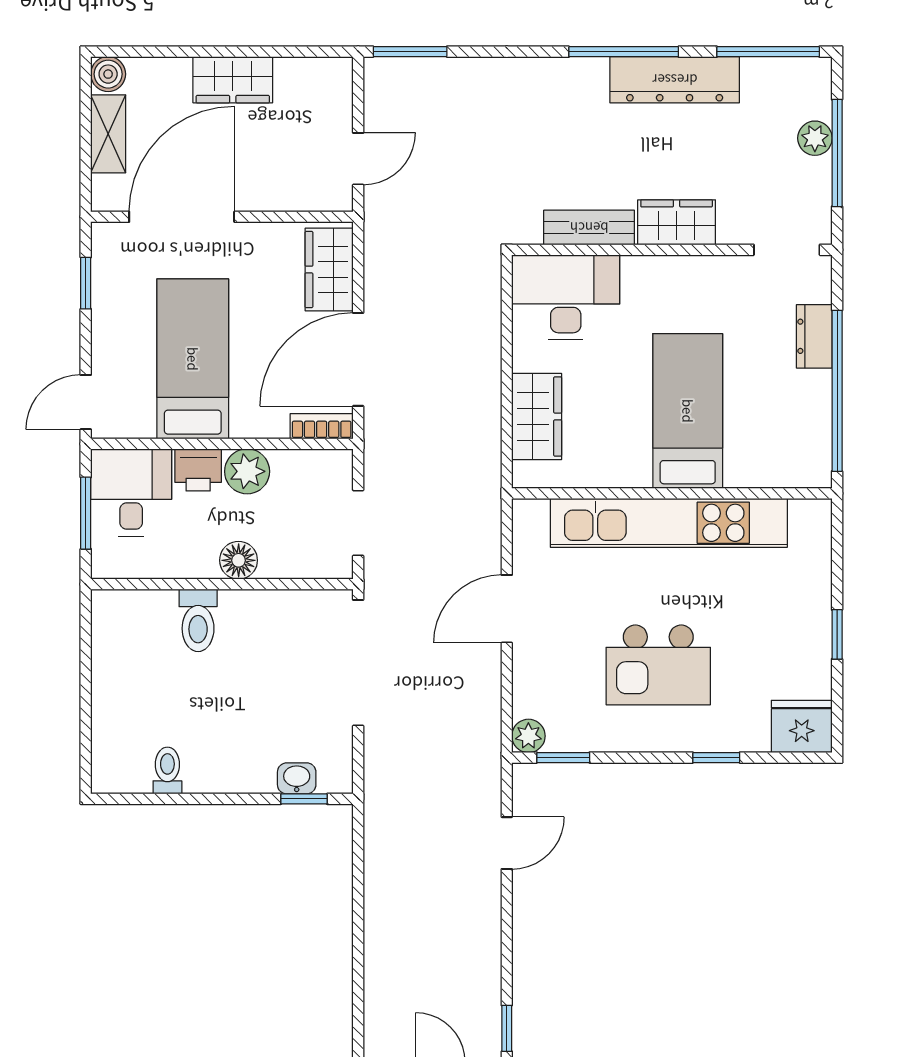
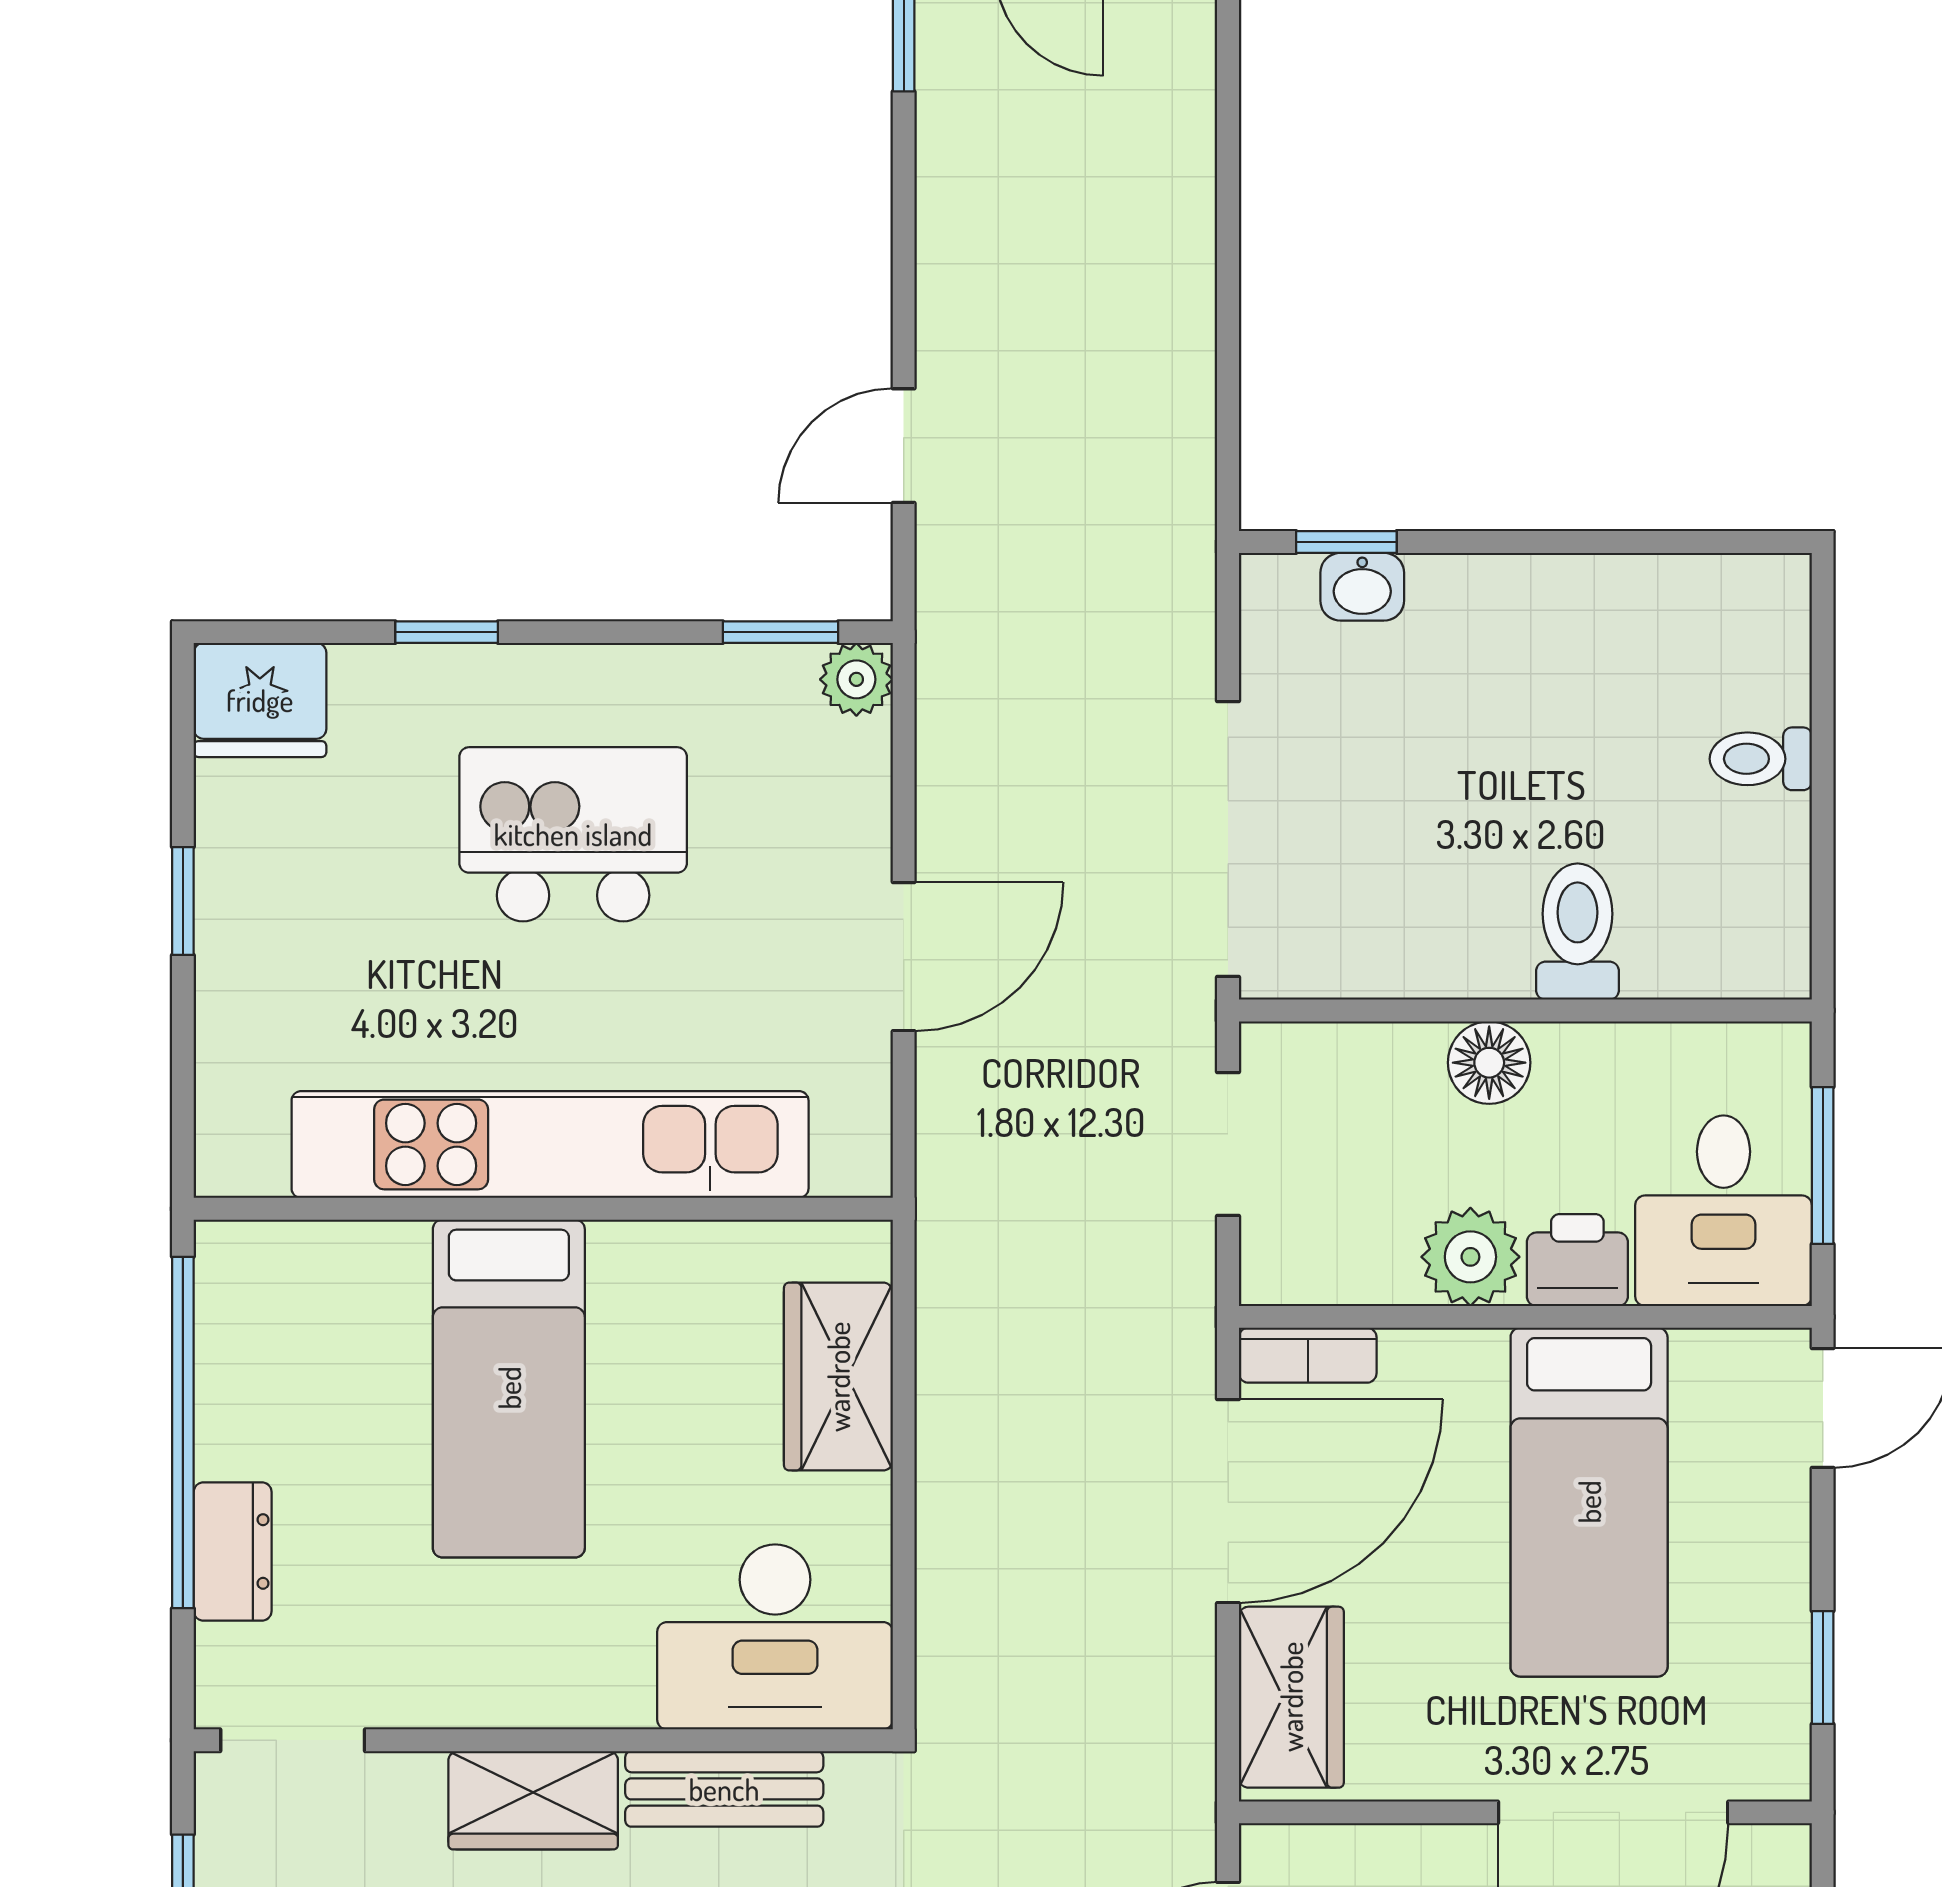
toilet: (167, 770) -> (1761, 759), moved, turned 90

